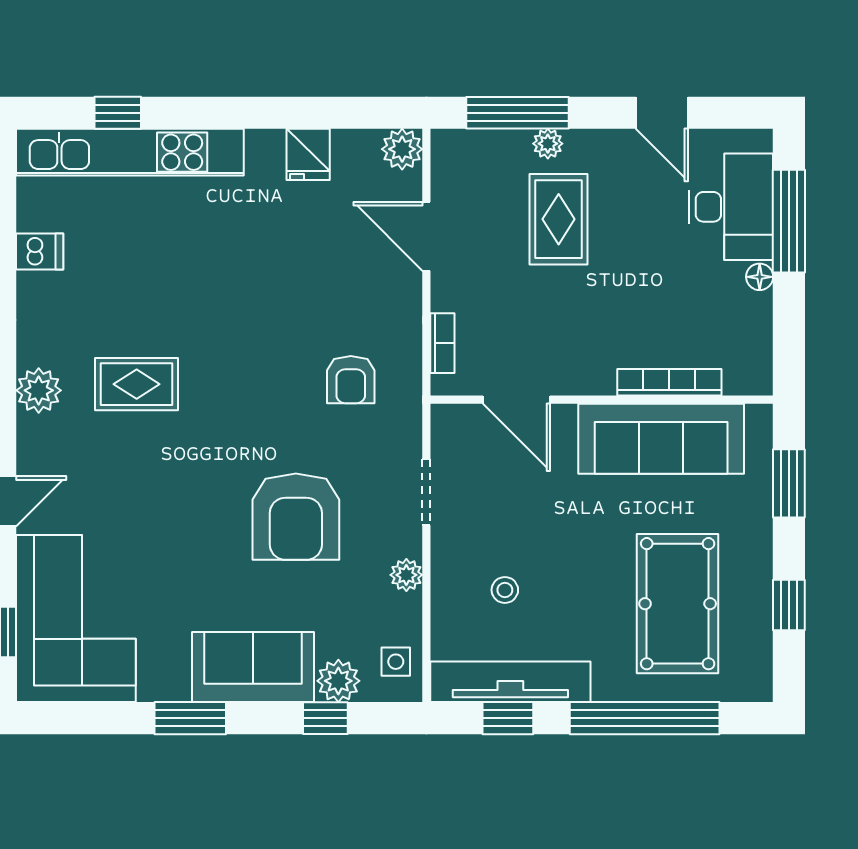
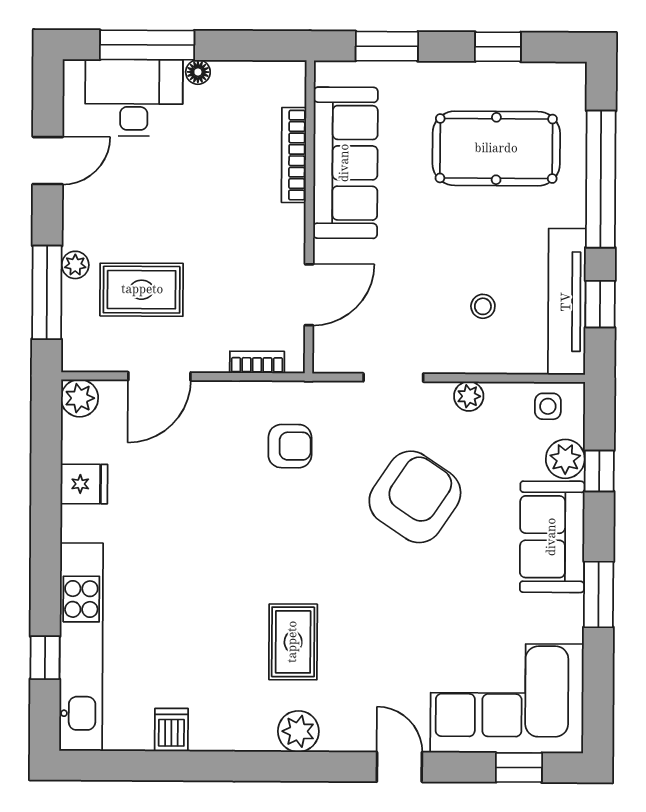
rug: (559, 219) -> (142, 290), moved
armchair: (296, 517) -> (415, 497), turned -56

